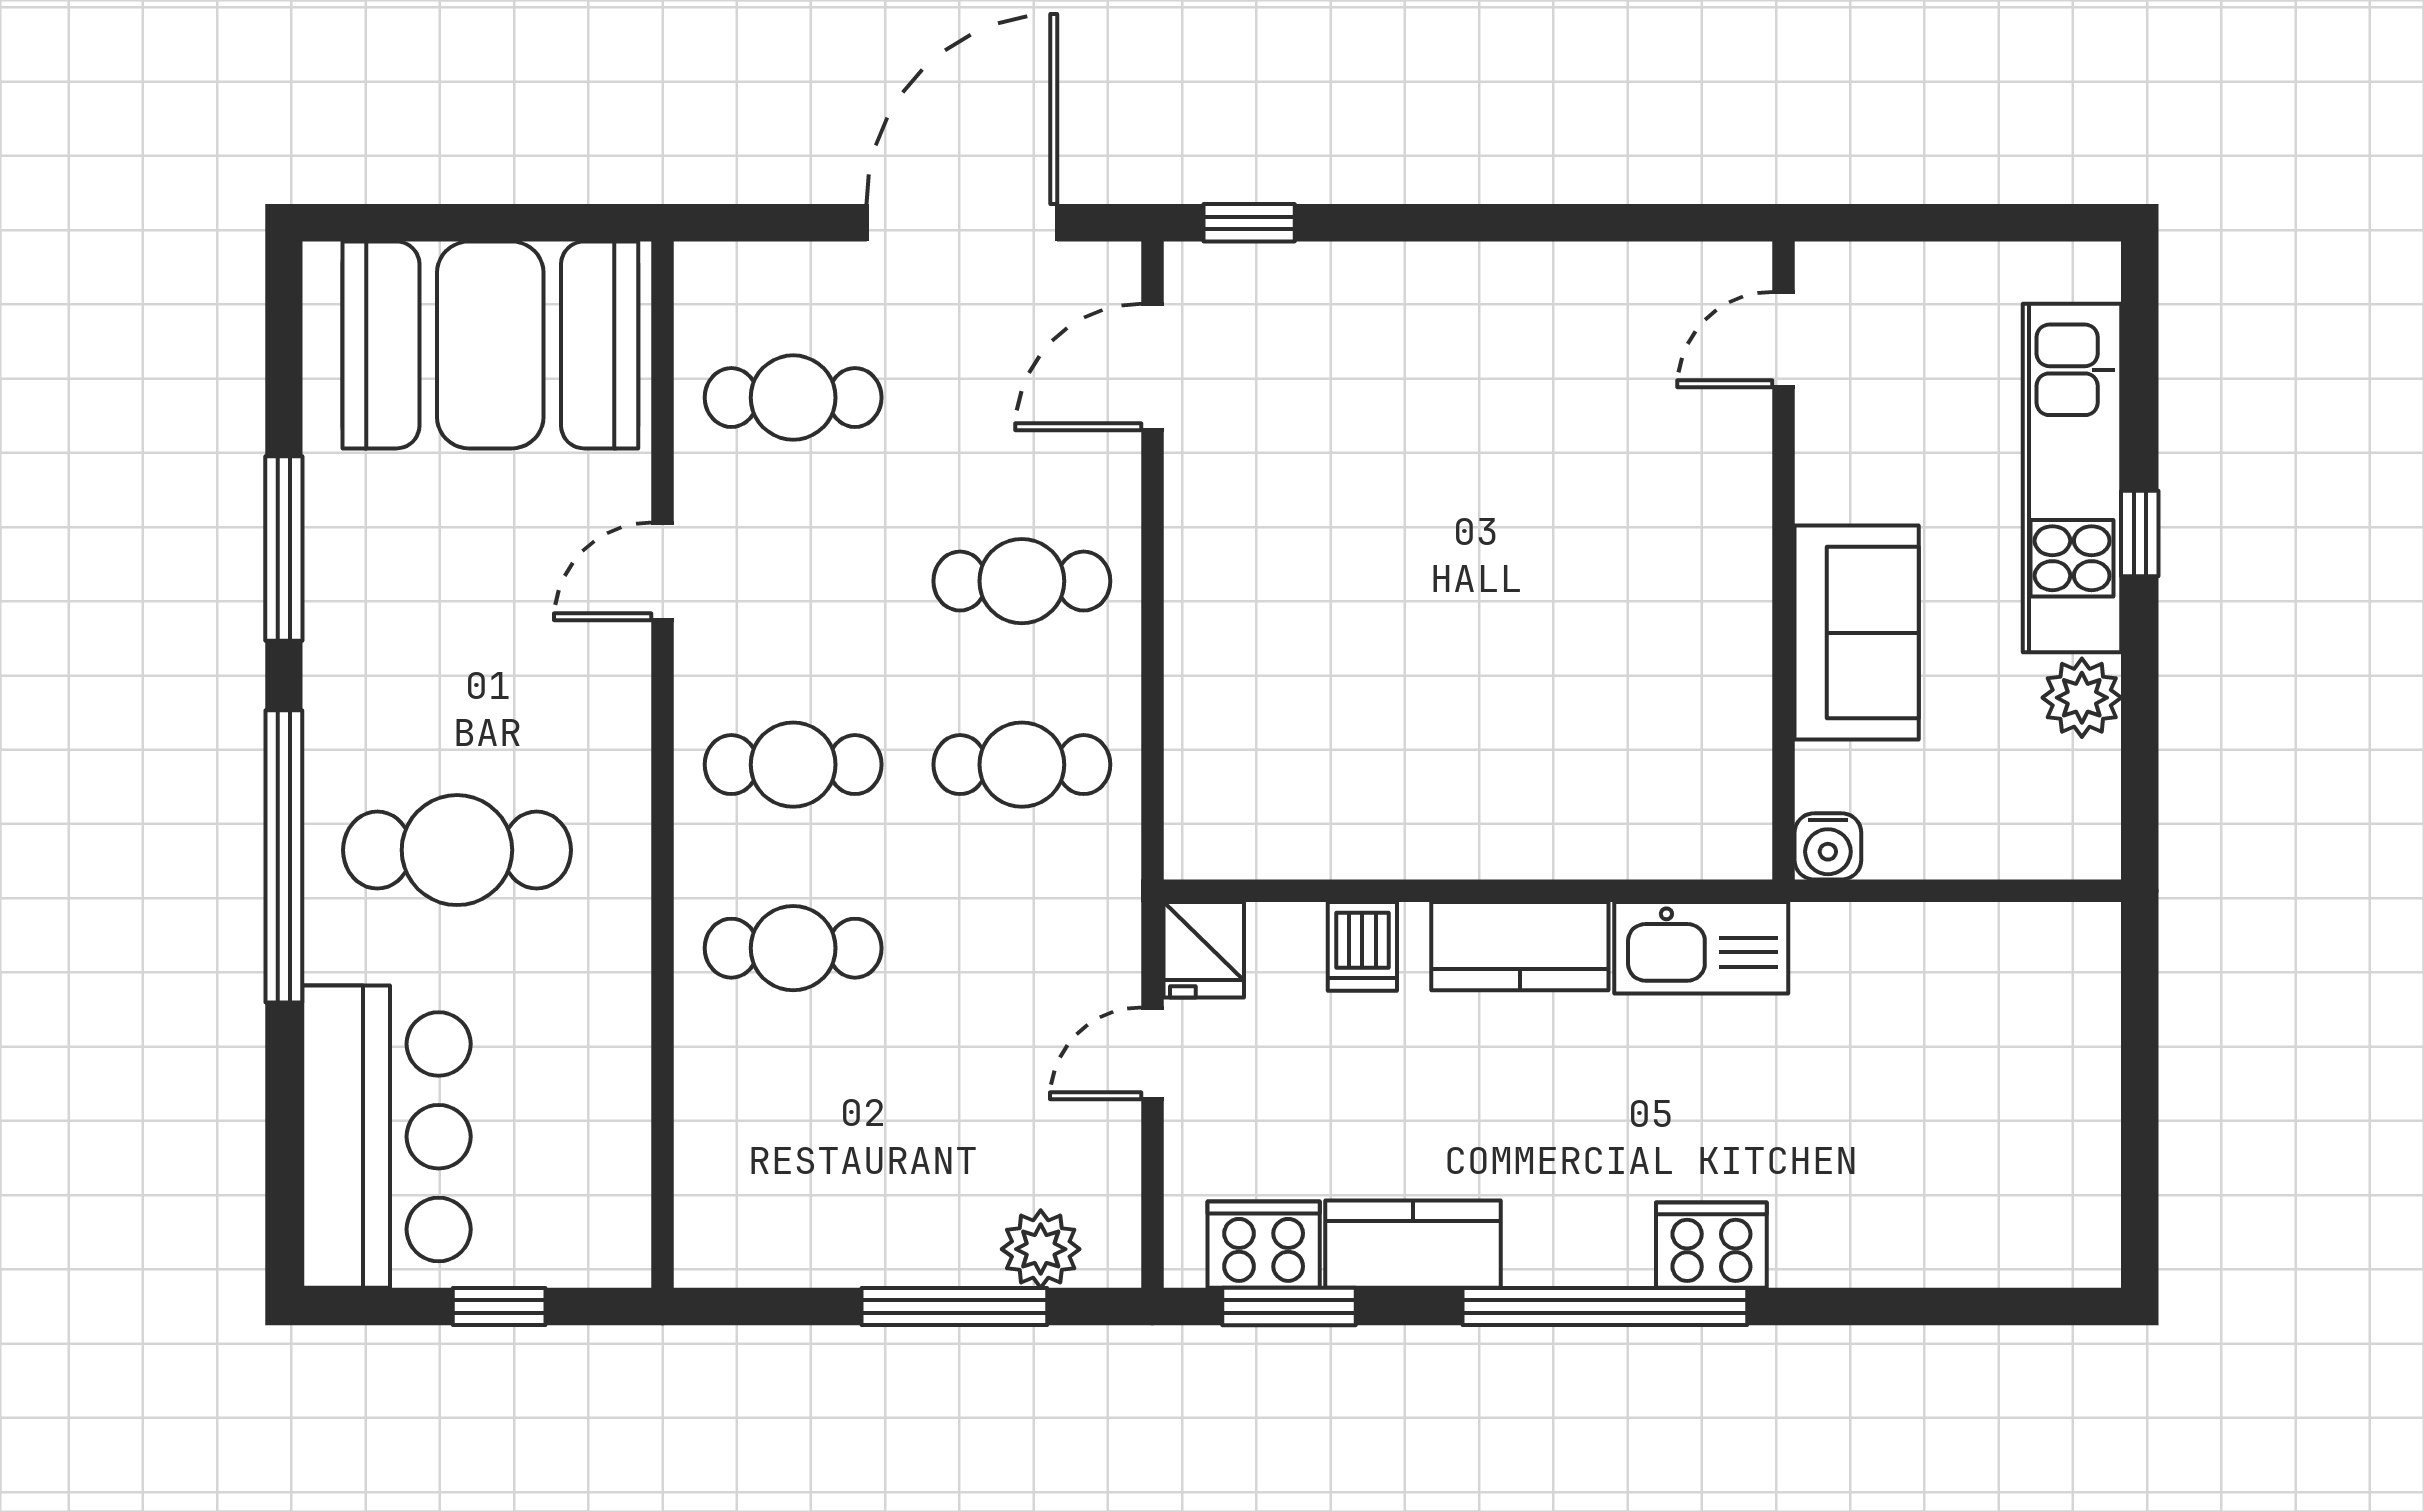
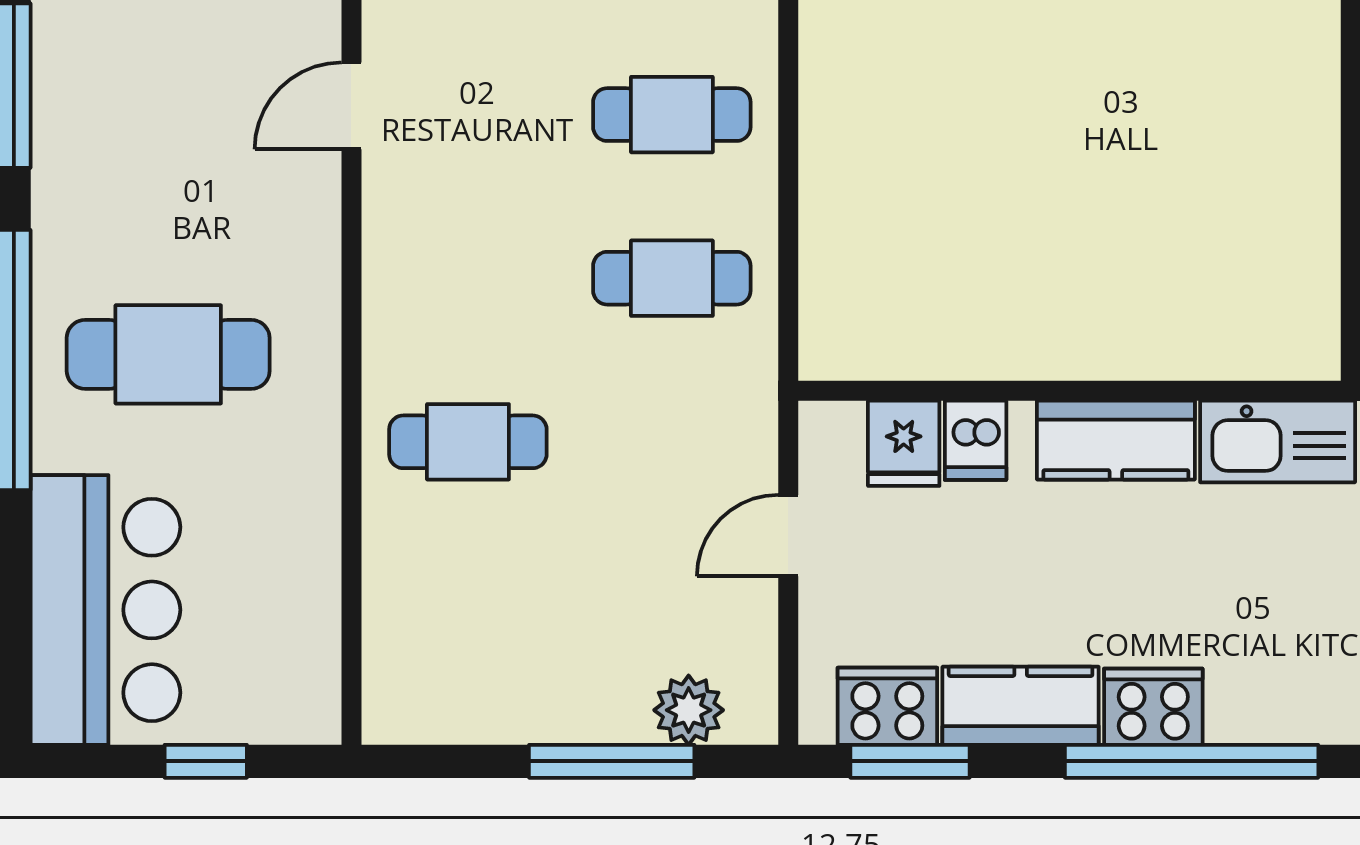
cafe table: (793, 765) -> (468, 278), removed
fridge: (1204, 950) -> (904, 443), moved
cooker: (1711, 1245) -> (1153, 707), moved

